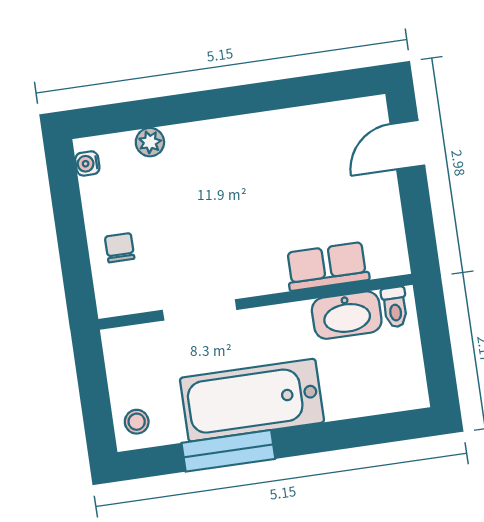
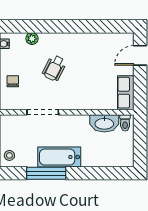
wheelchair: (212, 203) -> (54, 68), added
row of seats: (327, 266) -> (126, 93), moved, turned -90
bathtub: (252, 400) -> (59, 157), width x0.73, depth x0.73

